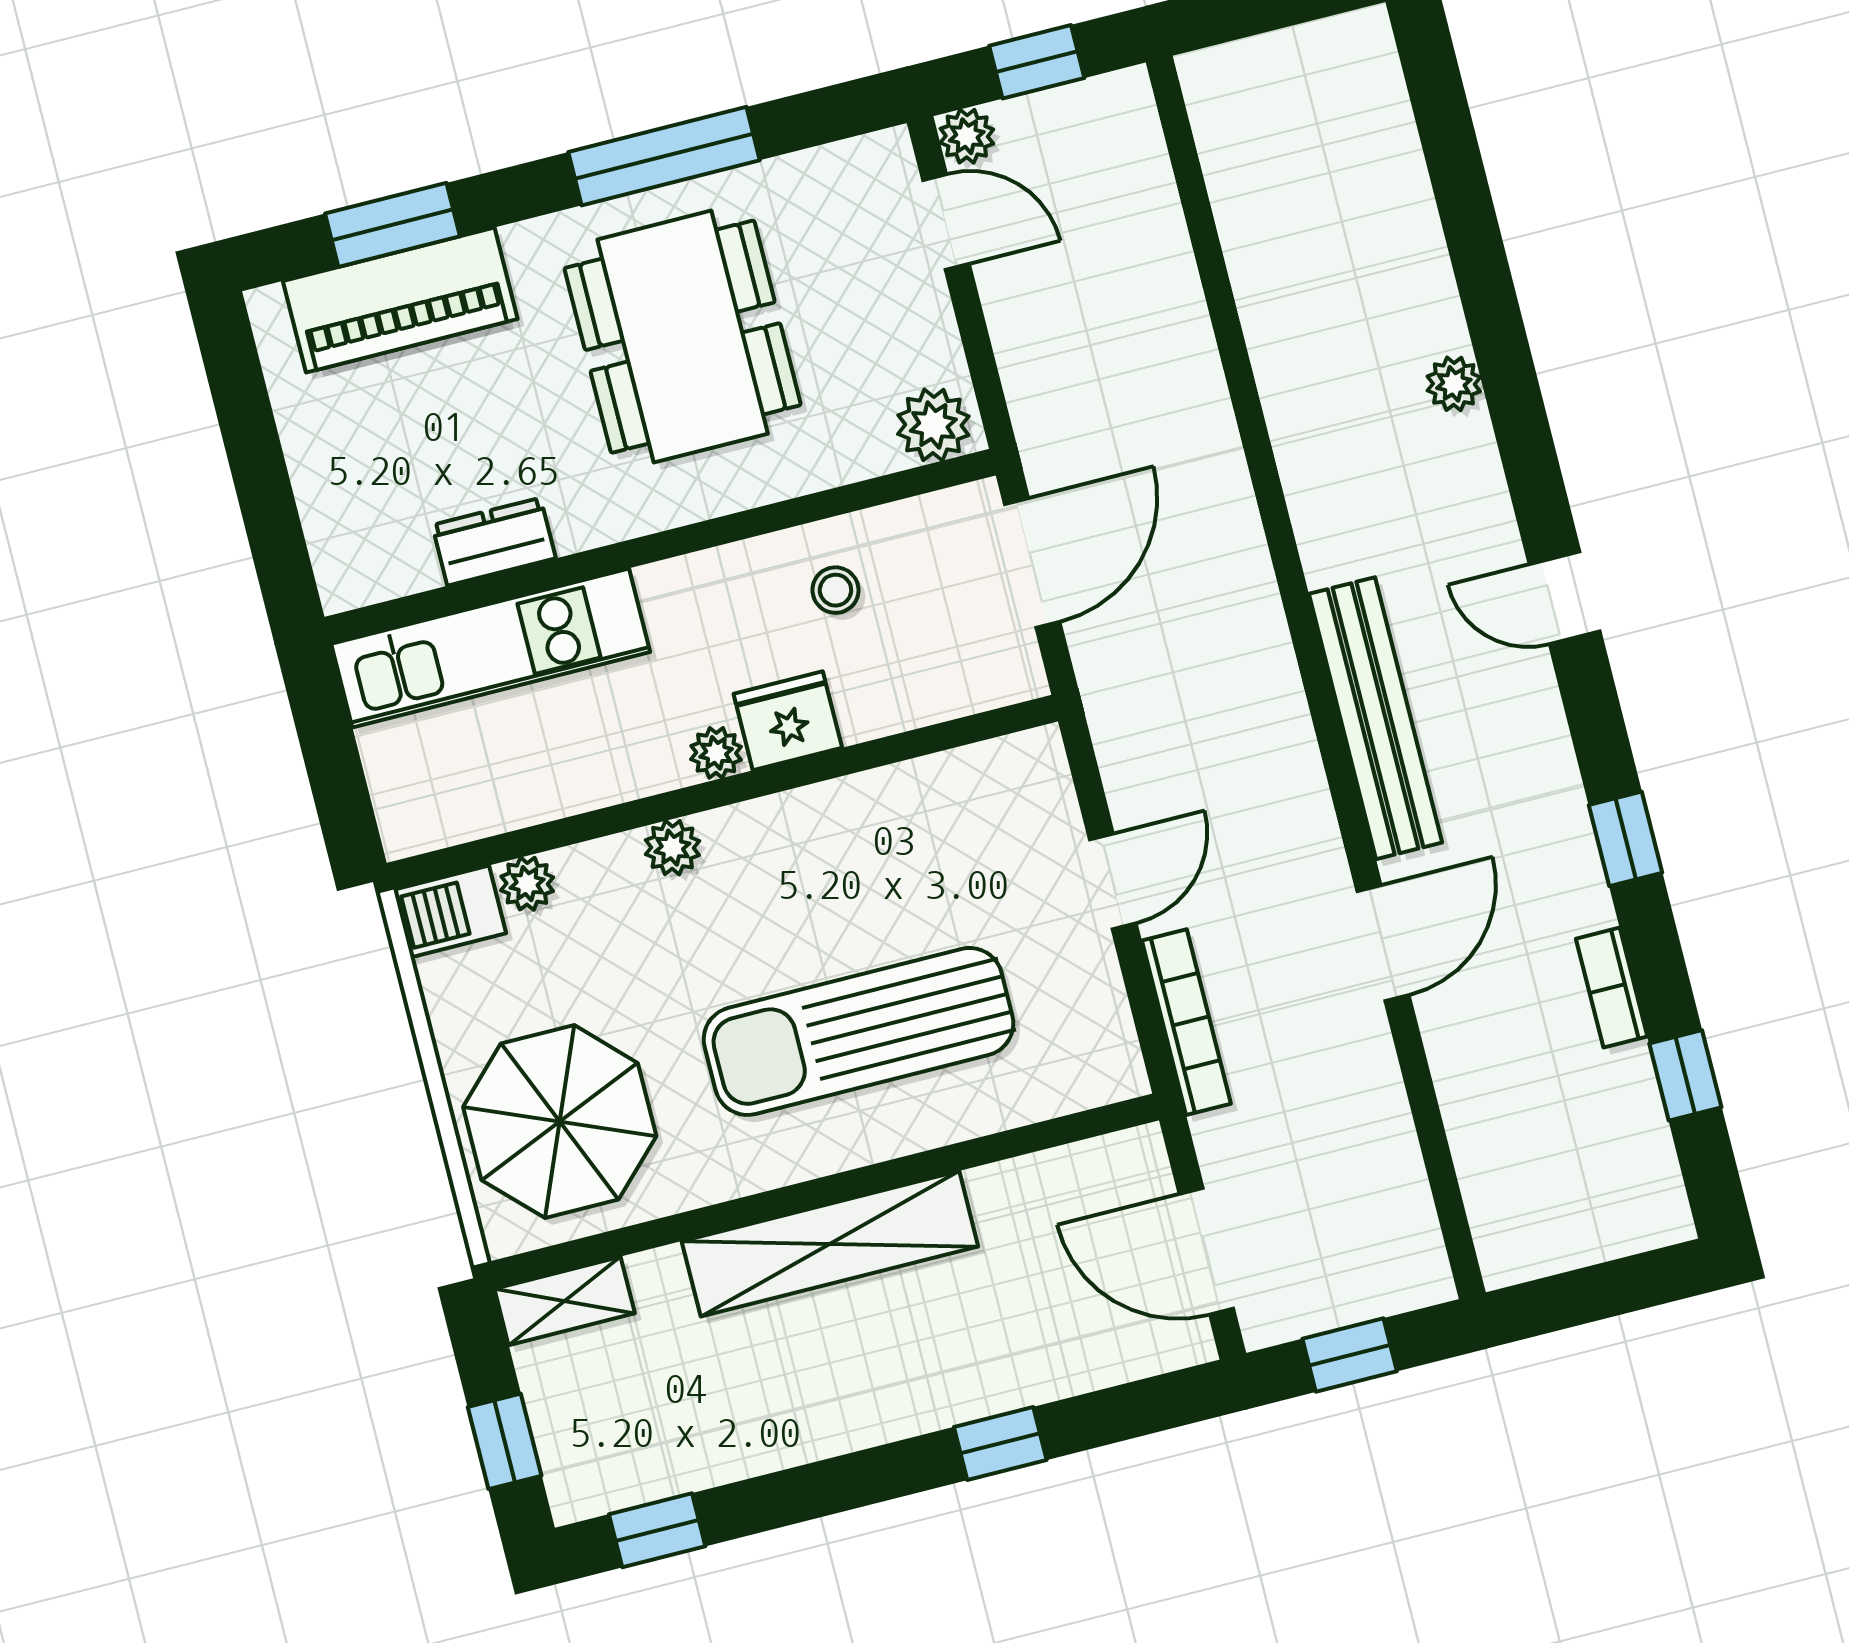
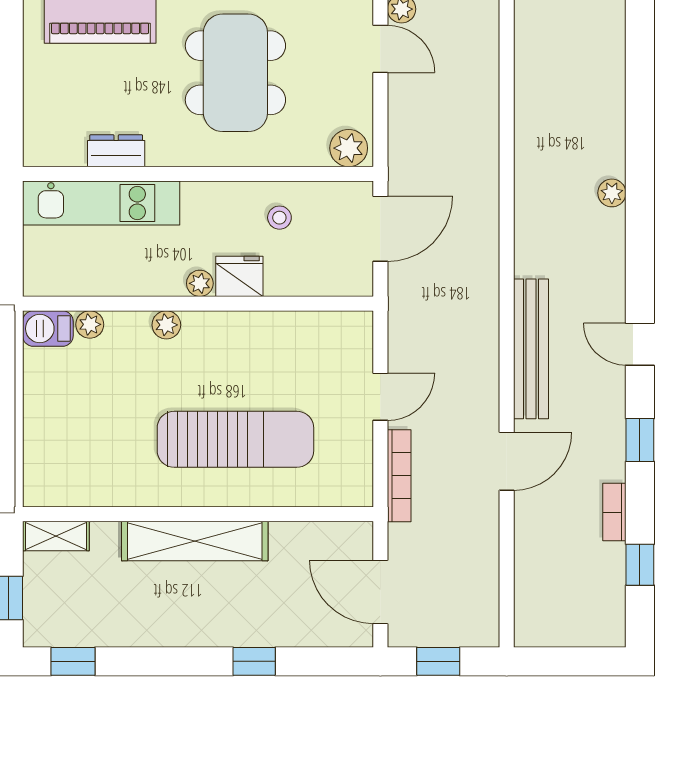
door: (1565, 598) -> (640, 344), moved
sun lounger: (859, 1031) -> (235, 439), turned 180
parasol: (560, 1122) -> (76, 446), removed

